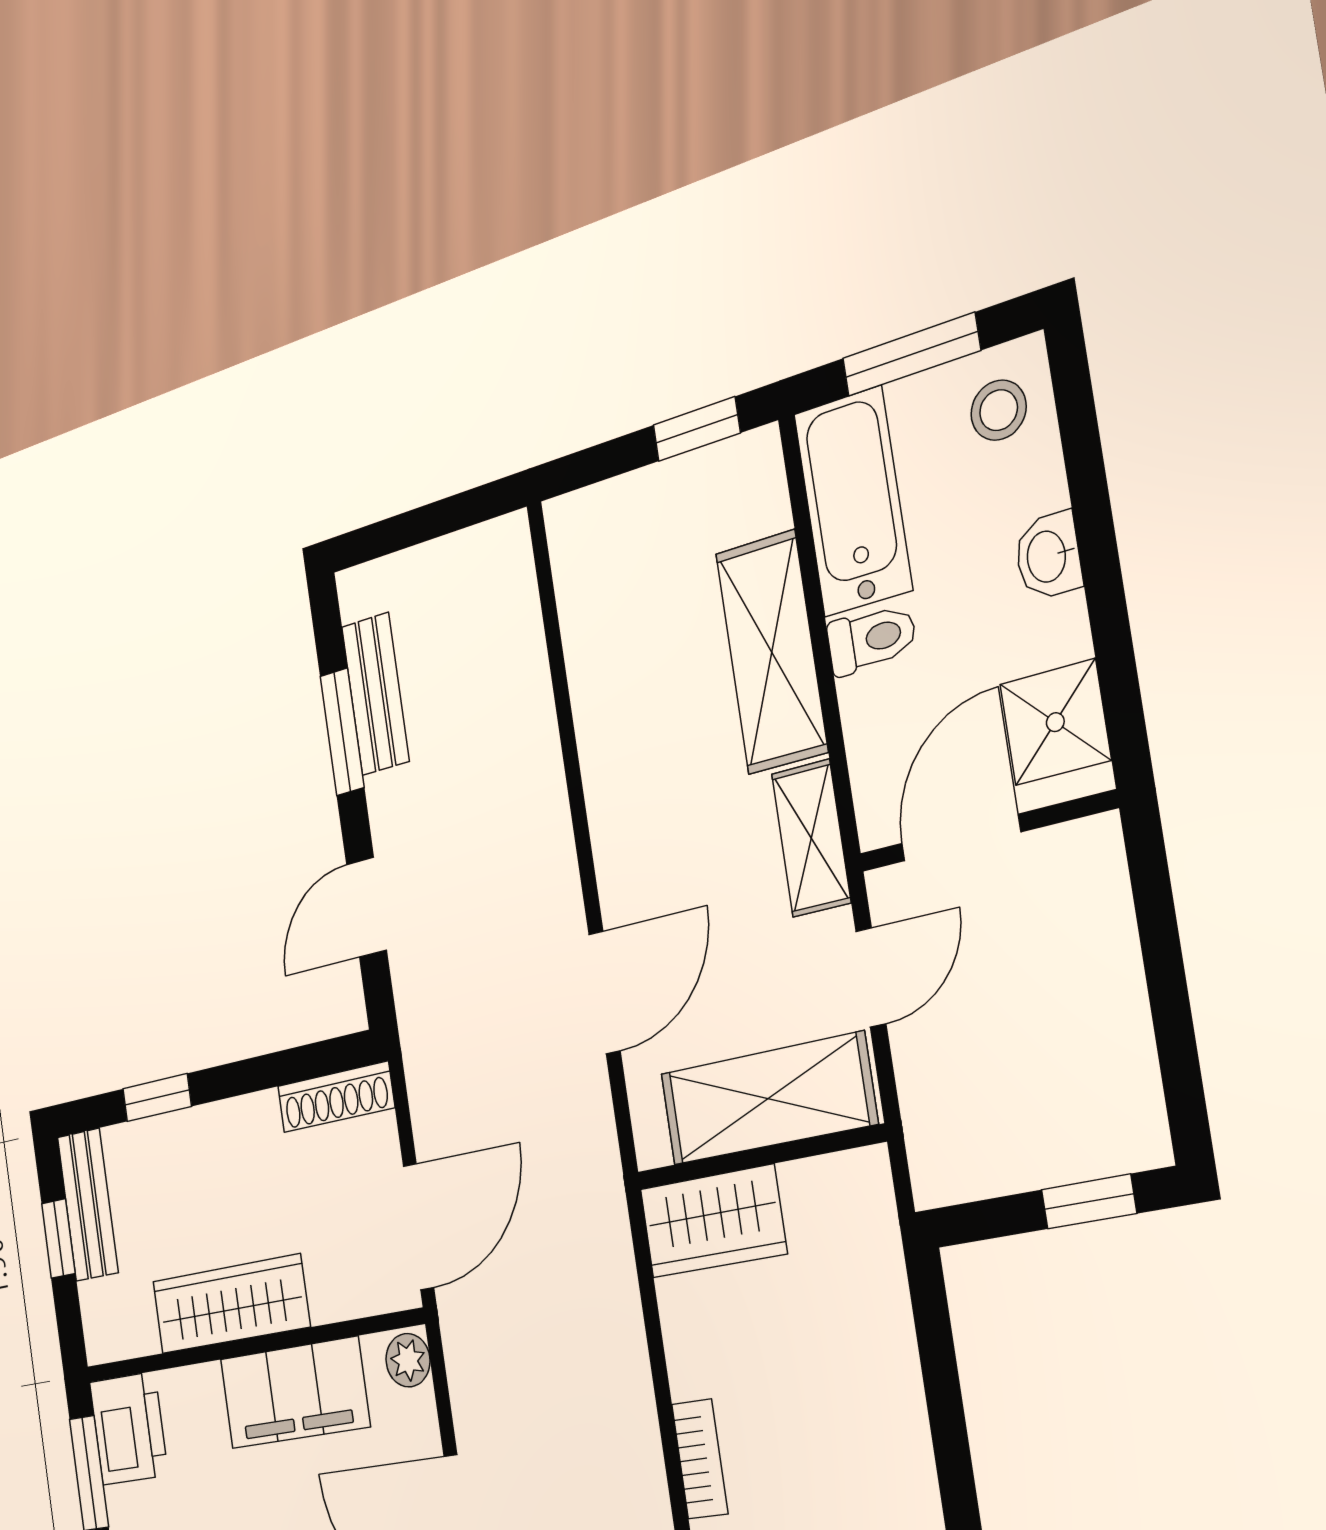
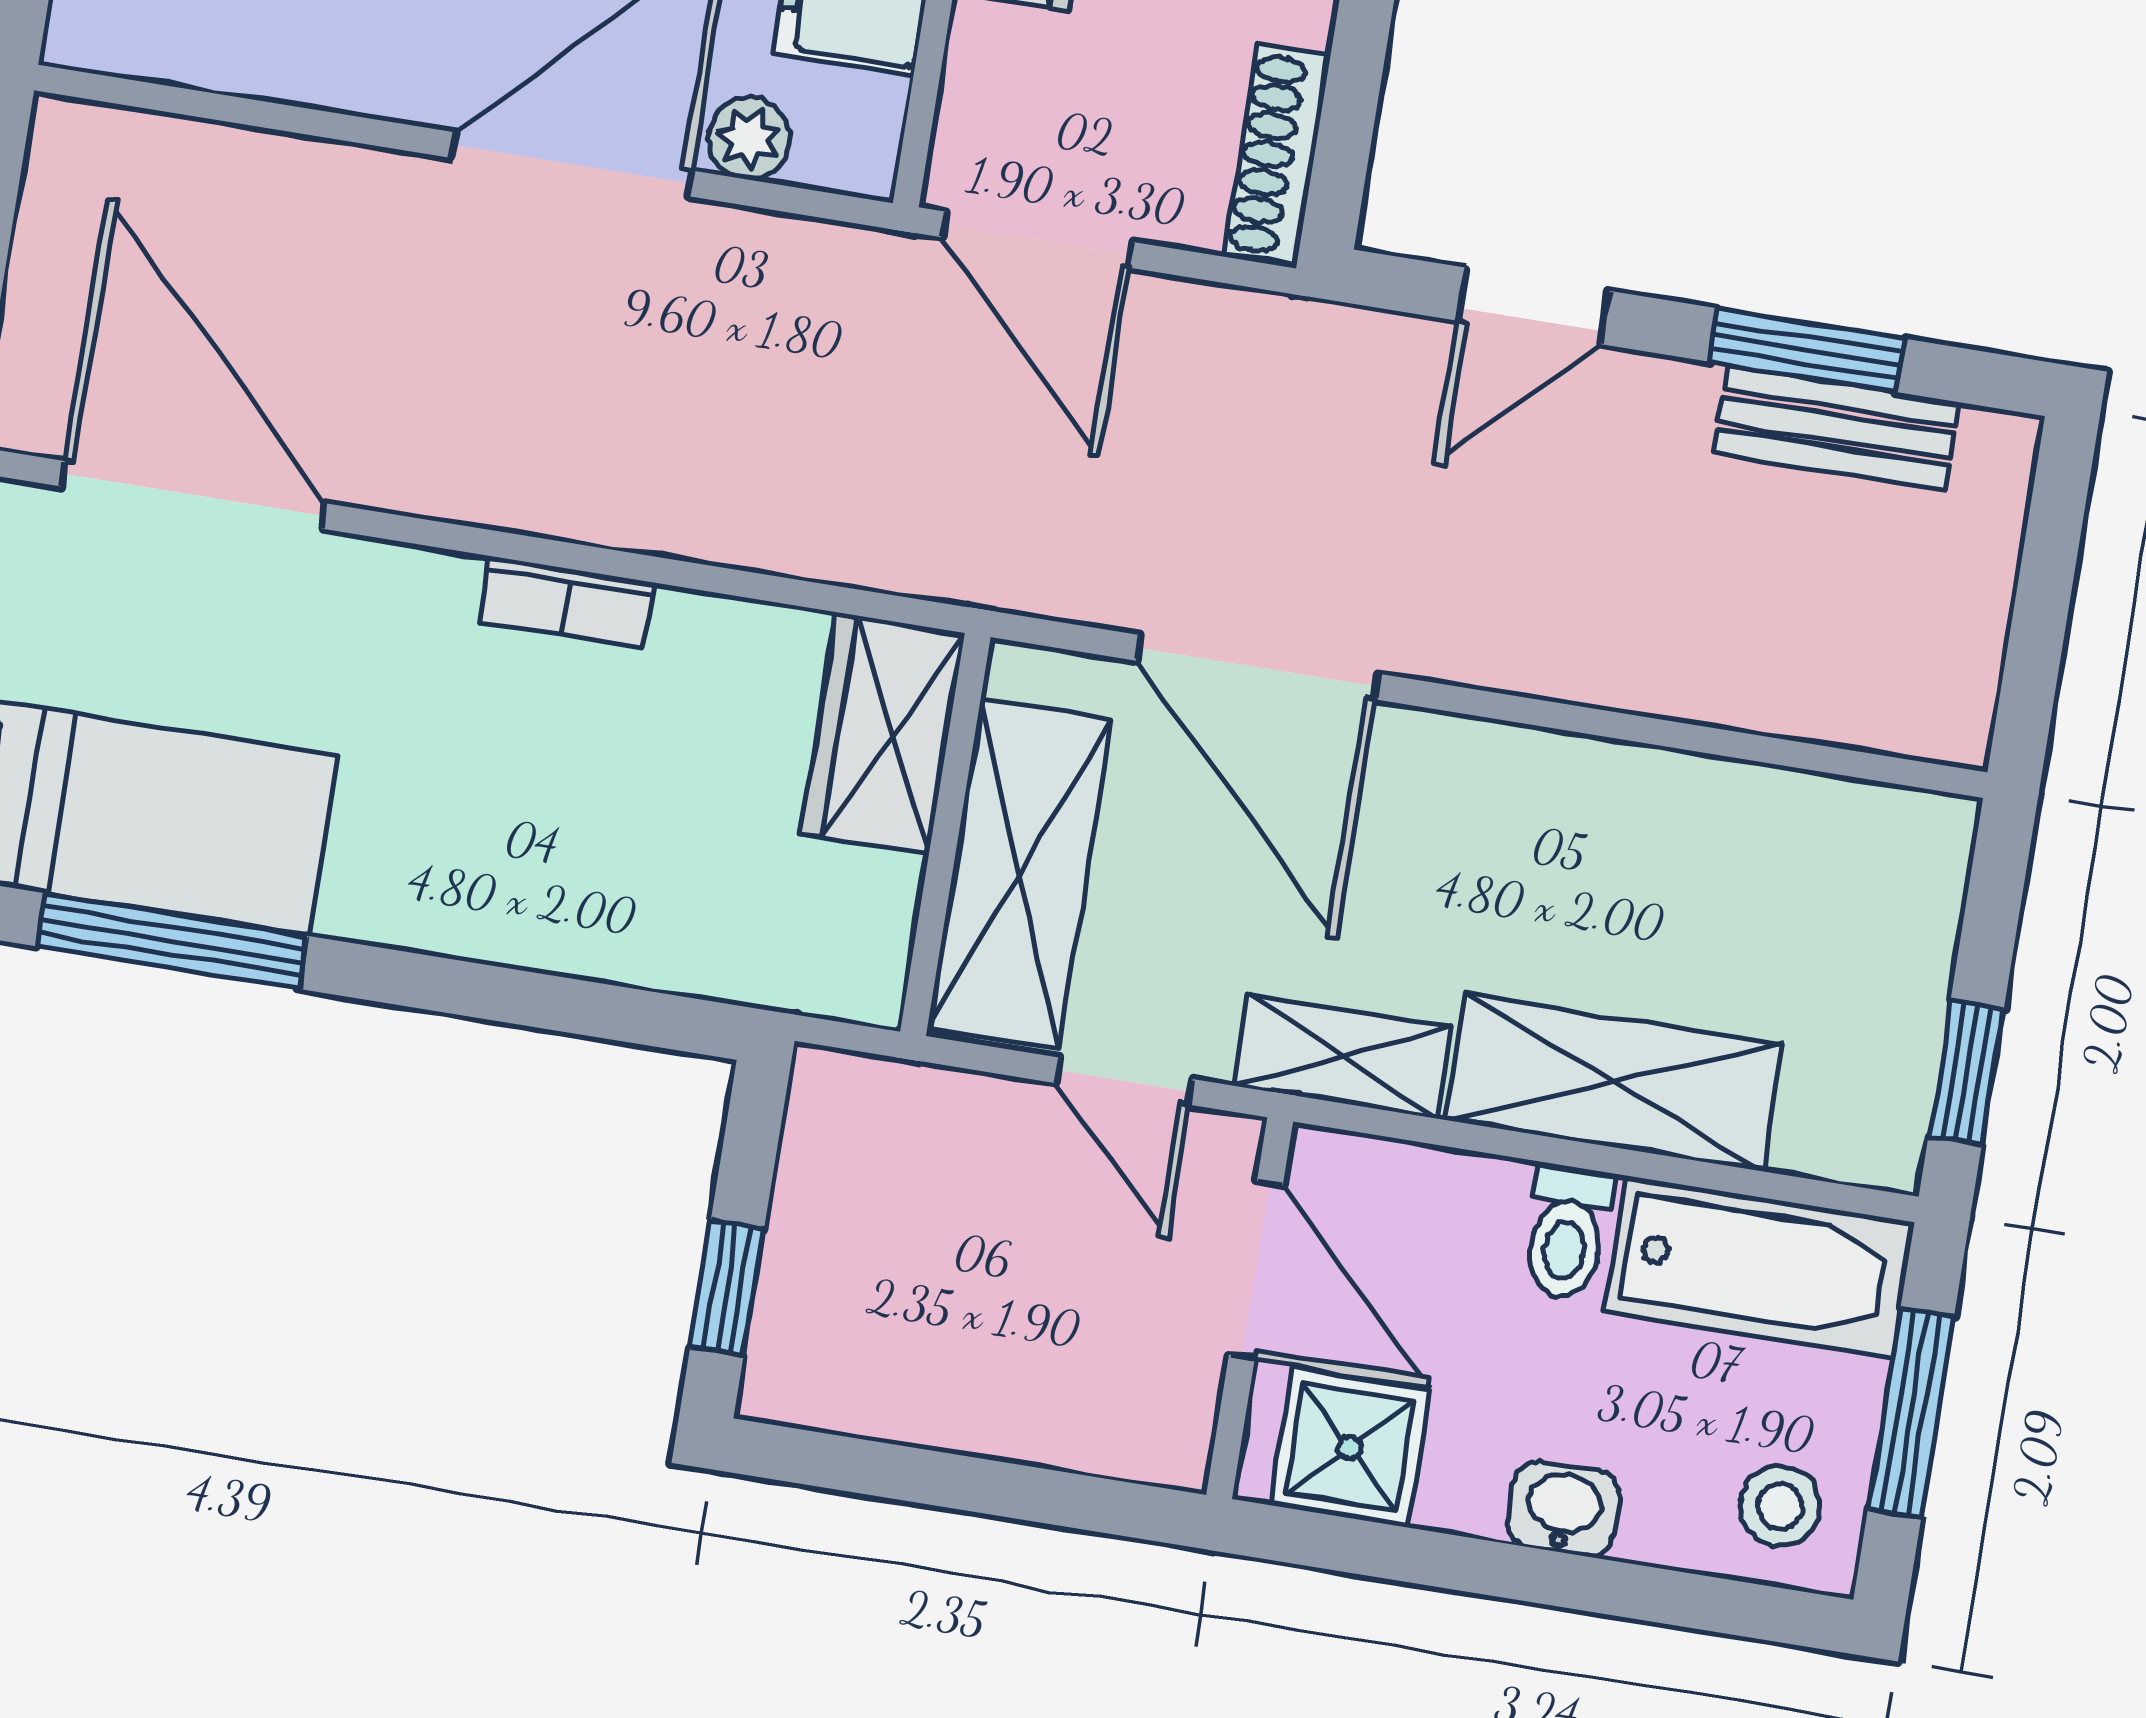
door: (367, 907) -> (1533, 306), swing flipped
door: (605, 992) -> (1258, 667), width x1.36
plant: (408, 1360) -> (749, 138), moved

